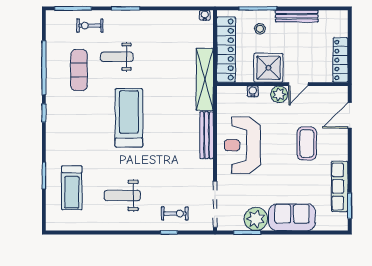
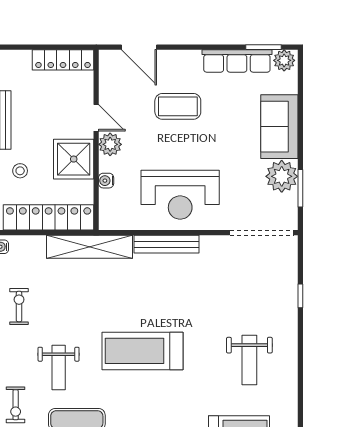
exercise bike: (175, 213) -> (19, 307), moved
plant: (340, 221) -> (284, 60), added

